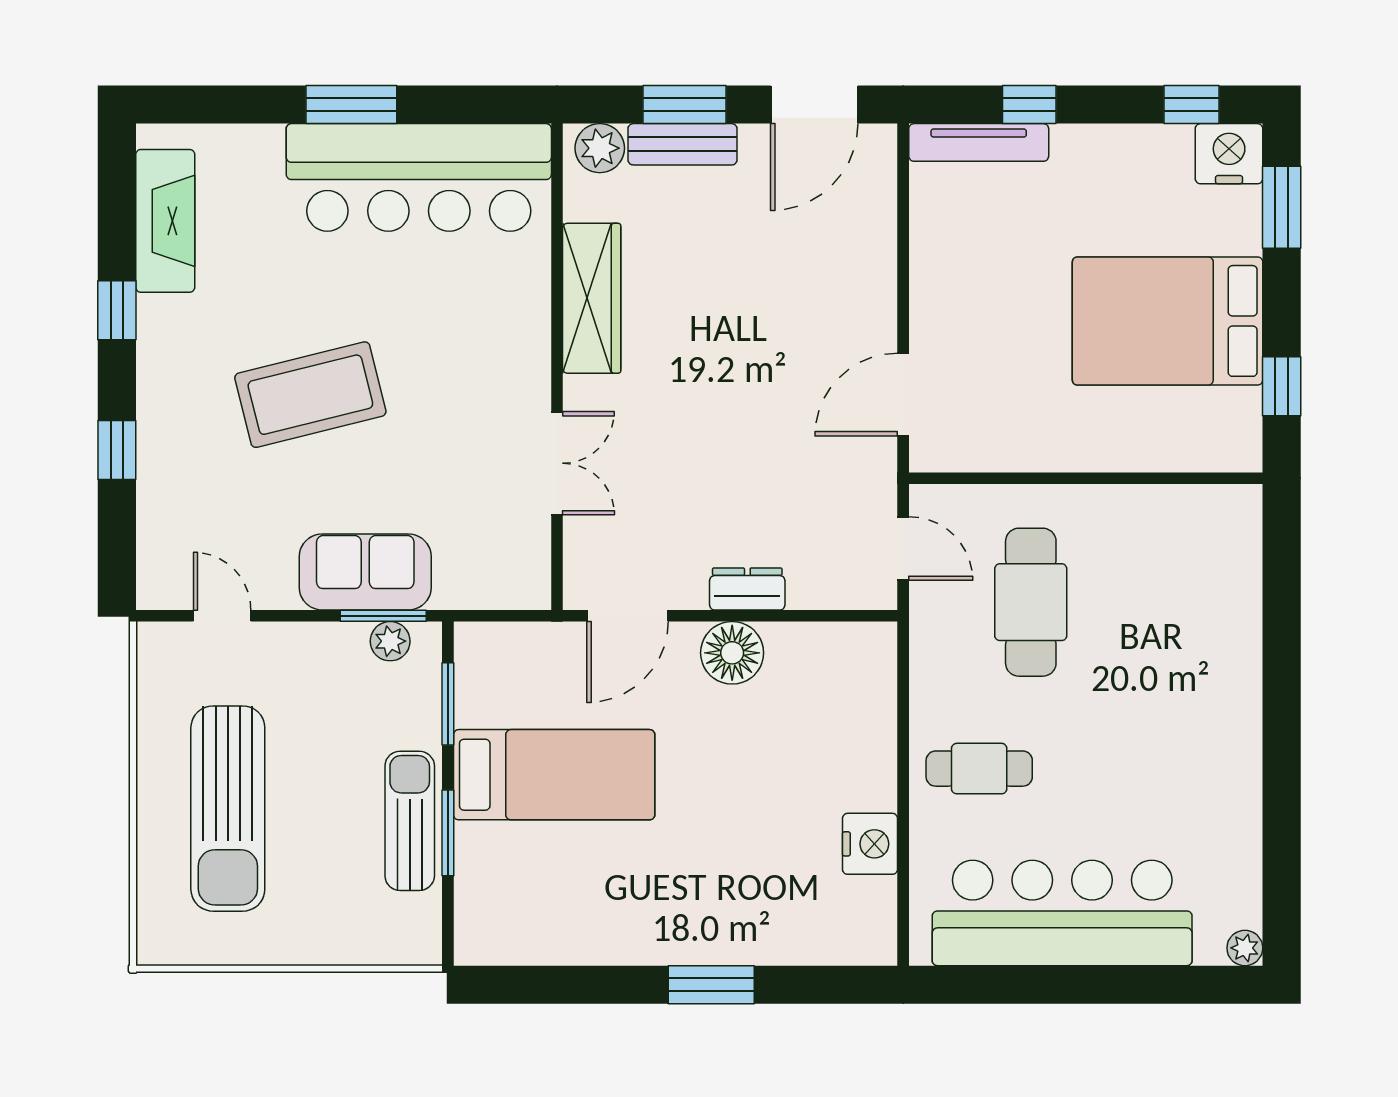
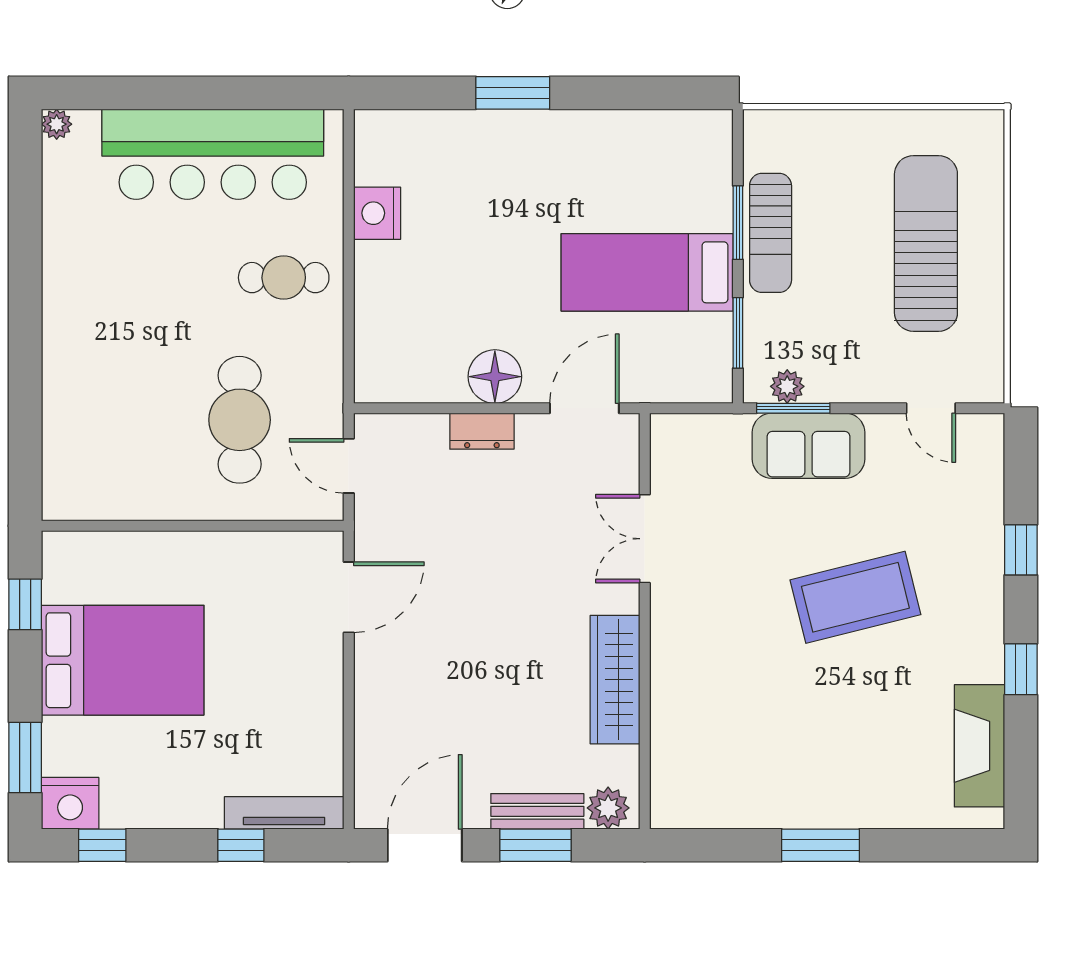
bar counter: (419, 177) -> (763, 783), removed

